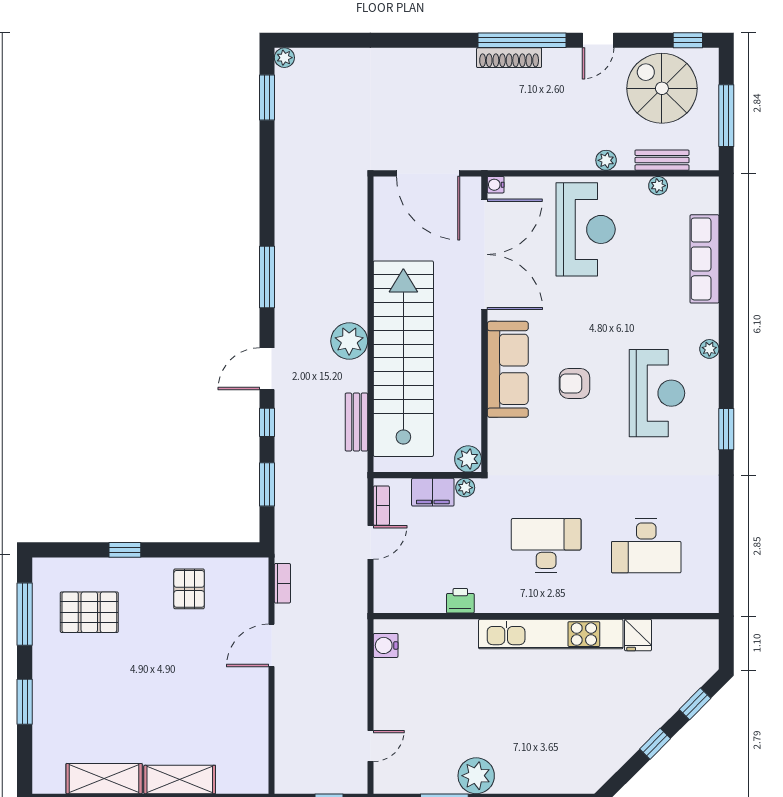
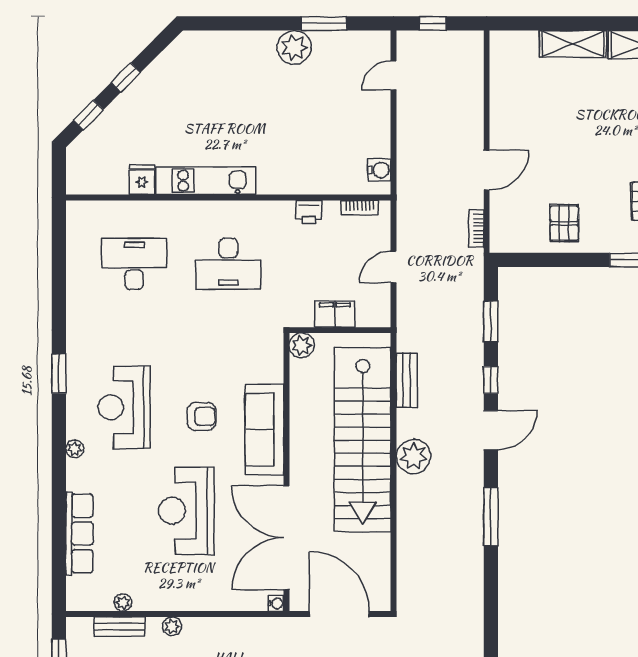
reception desk: (586, 229) -> (186, 511), moved
plant: (465, 488) -> (304, 319), removed
bookcase: (381, 506) -> (360, 208), moved, turned -90
kitchen unit: (551, 634) -> (206, 181), width x0.73

